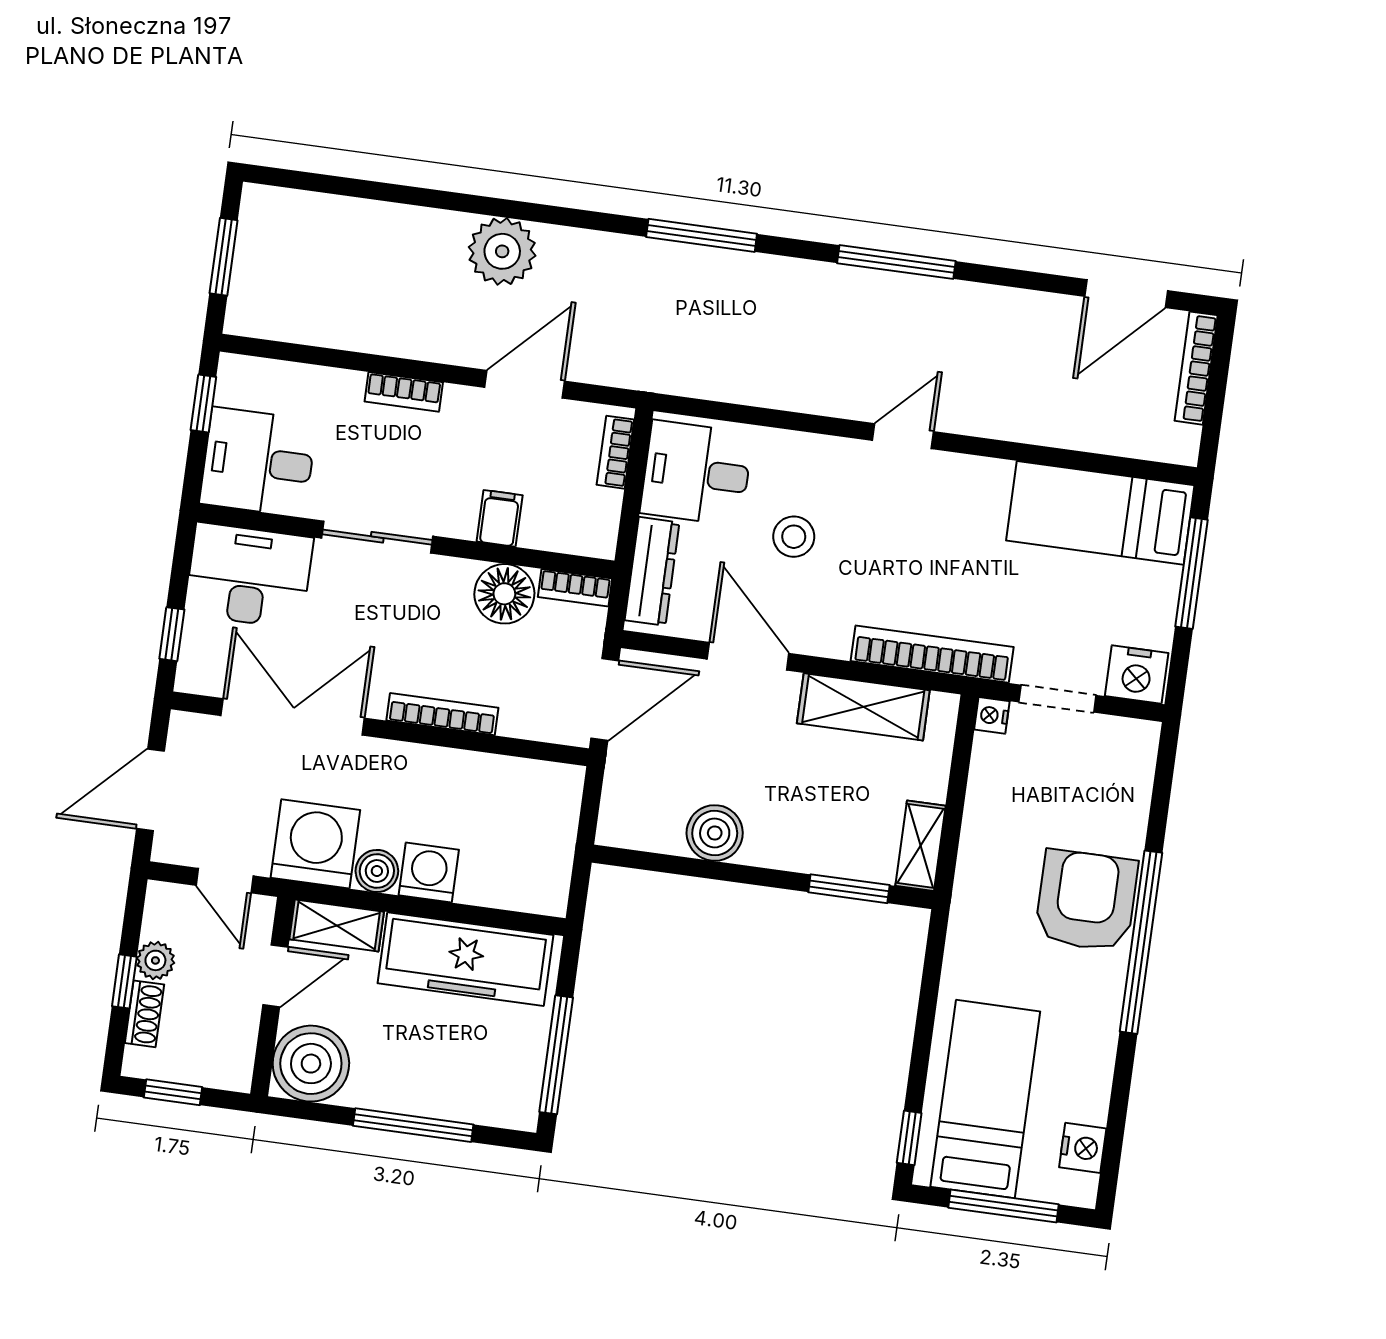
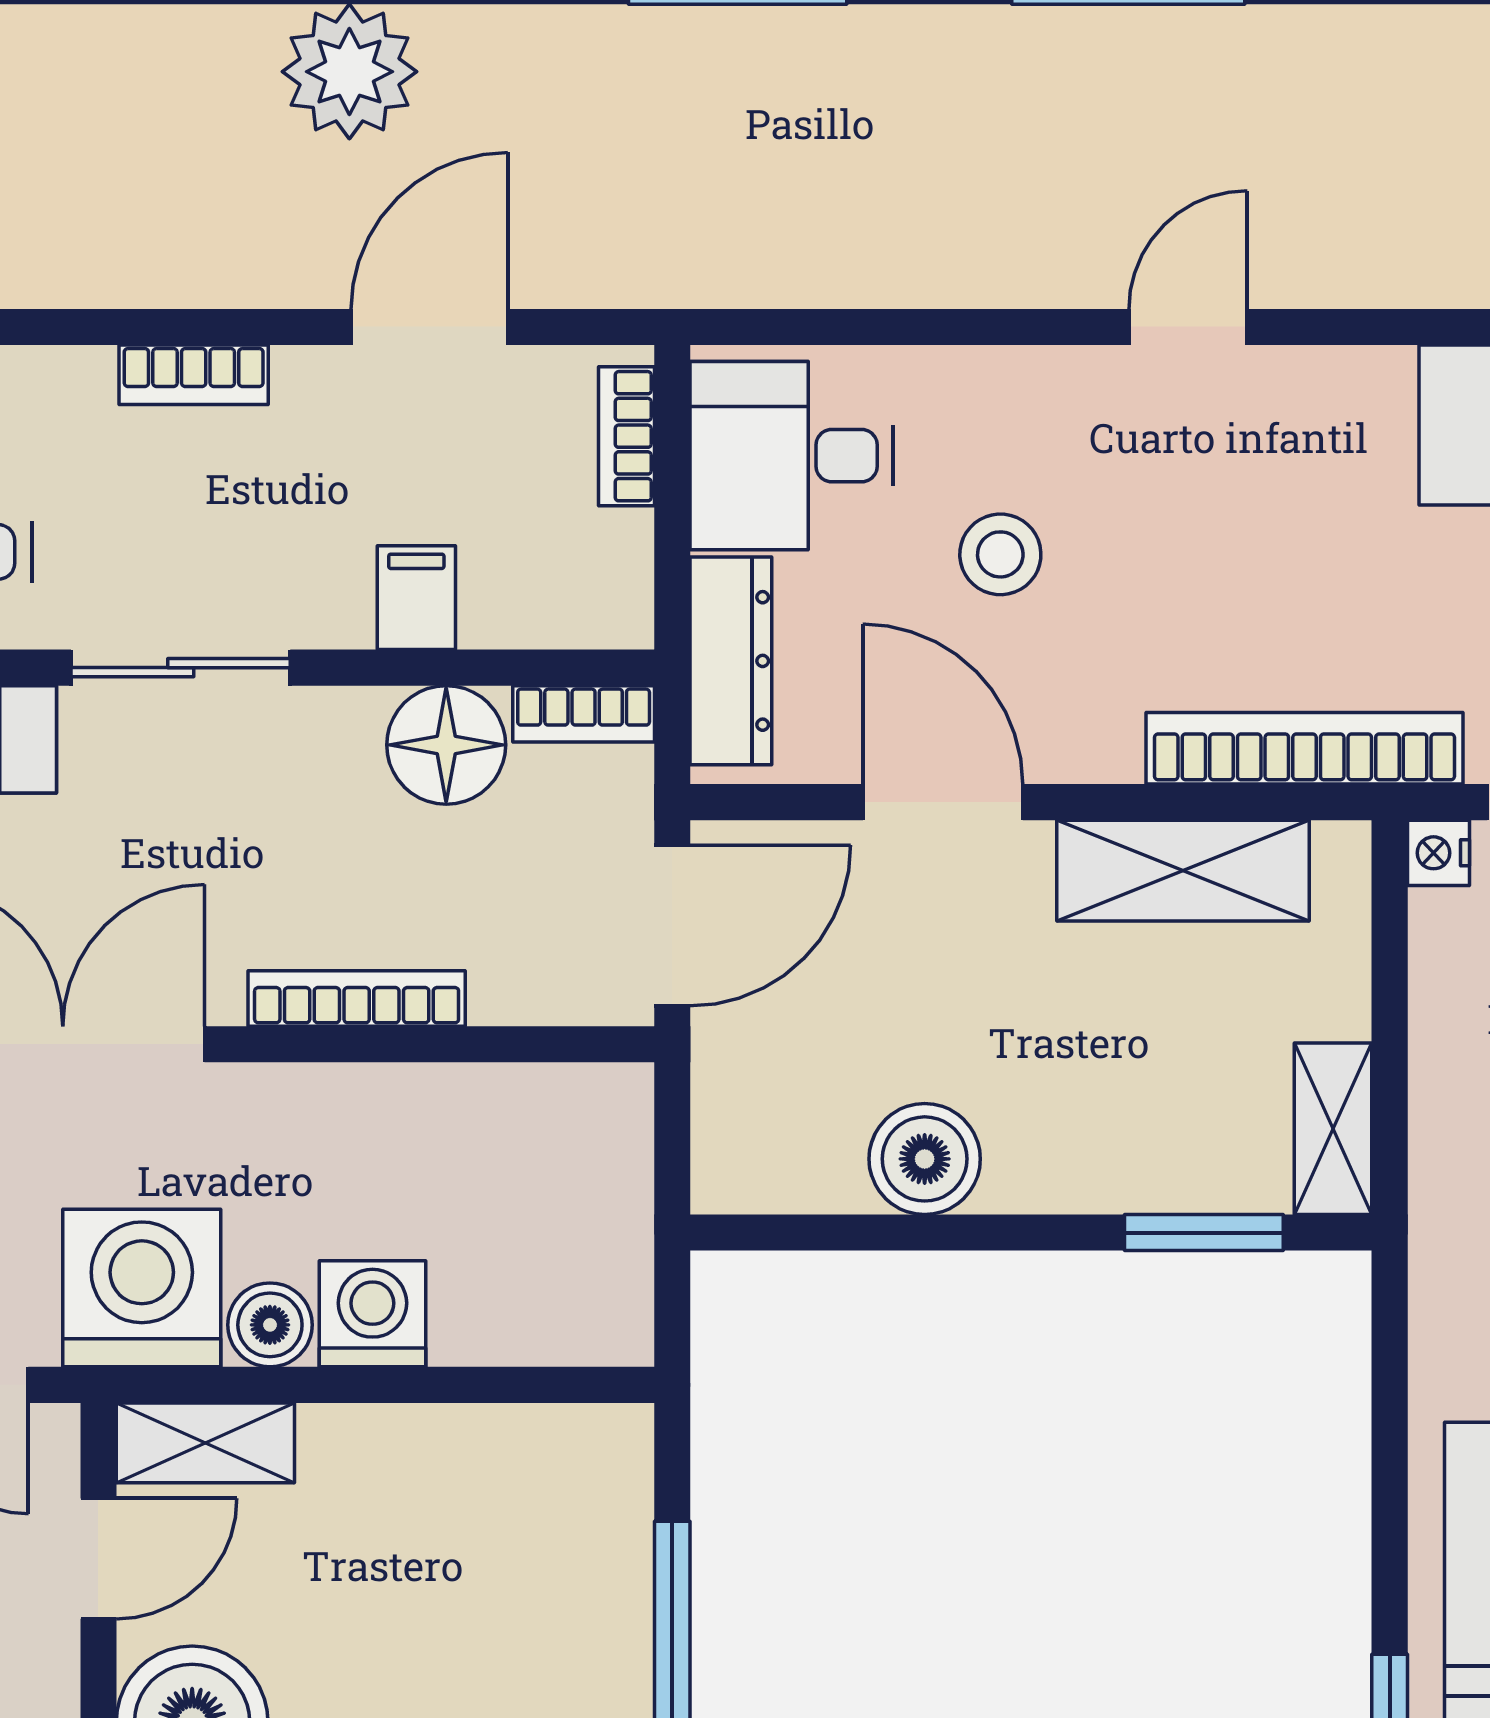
freezer: (465, 959) -> (468, 1474), removed

